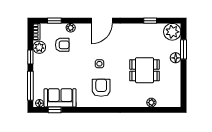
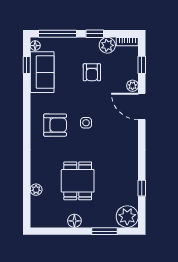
door: (102, 21) -> (142, 106), moved
armchair: (62, 45) -> (92, 72), moved
floor lamp: (176, 58) -> (74, 221), moved

